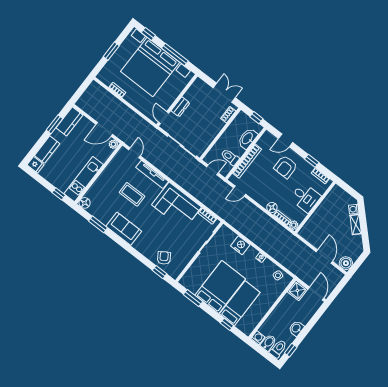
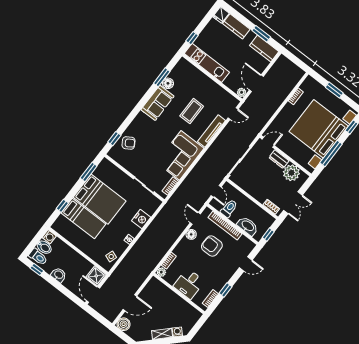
plant: (194, 94) -> (291, 173), added
door: (286, 140) -> (246, 264), swing flipped
armchair: (286, 167) -> (212, 246), moved
floor lamp: (85, 203) -> (168, 83), moved
floor lamp: (272, 207) -> (191, 234), moved
door: (316, 294) -> (93, 294), swing flipped

